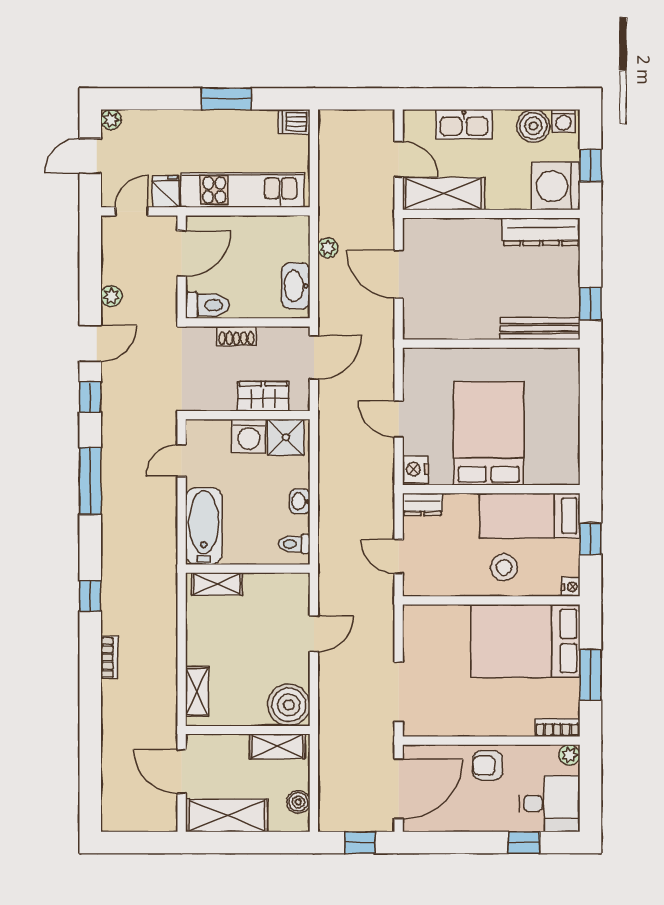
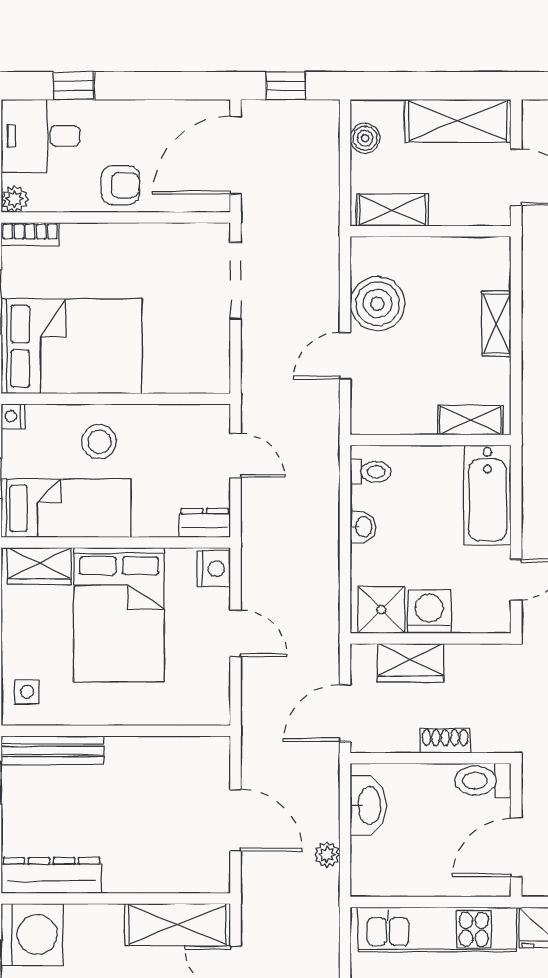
side table: (560, 374) -> (27, 692), added
wardrobe: (550, 471) -> (39, 566), added
shelving: (197, 691) -> (496, 324), moved
boiler: (289, 705) -> (377, 304), moved

